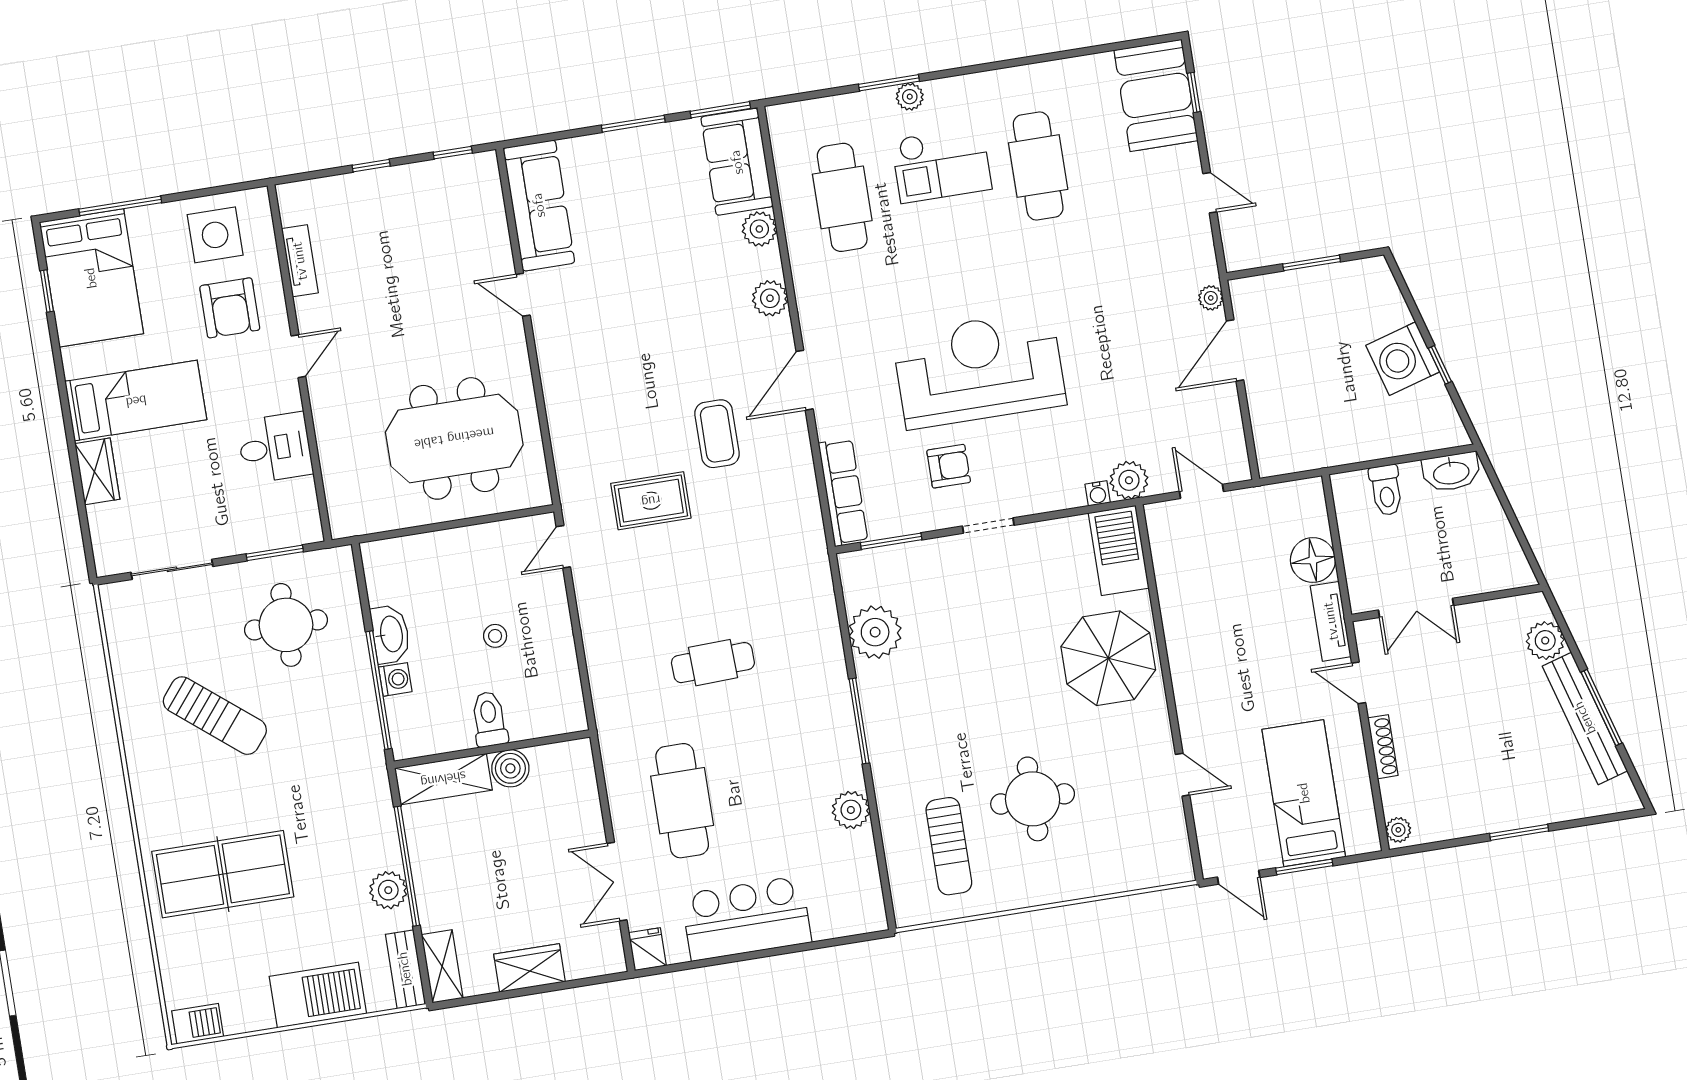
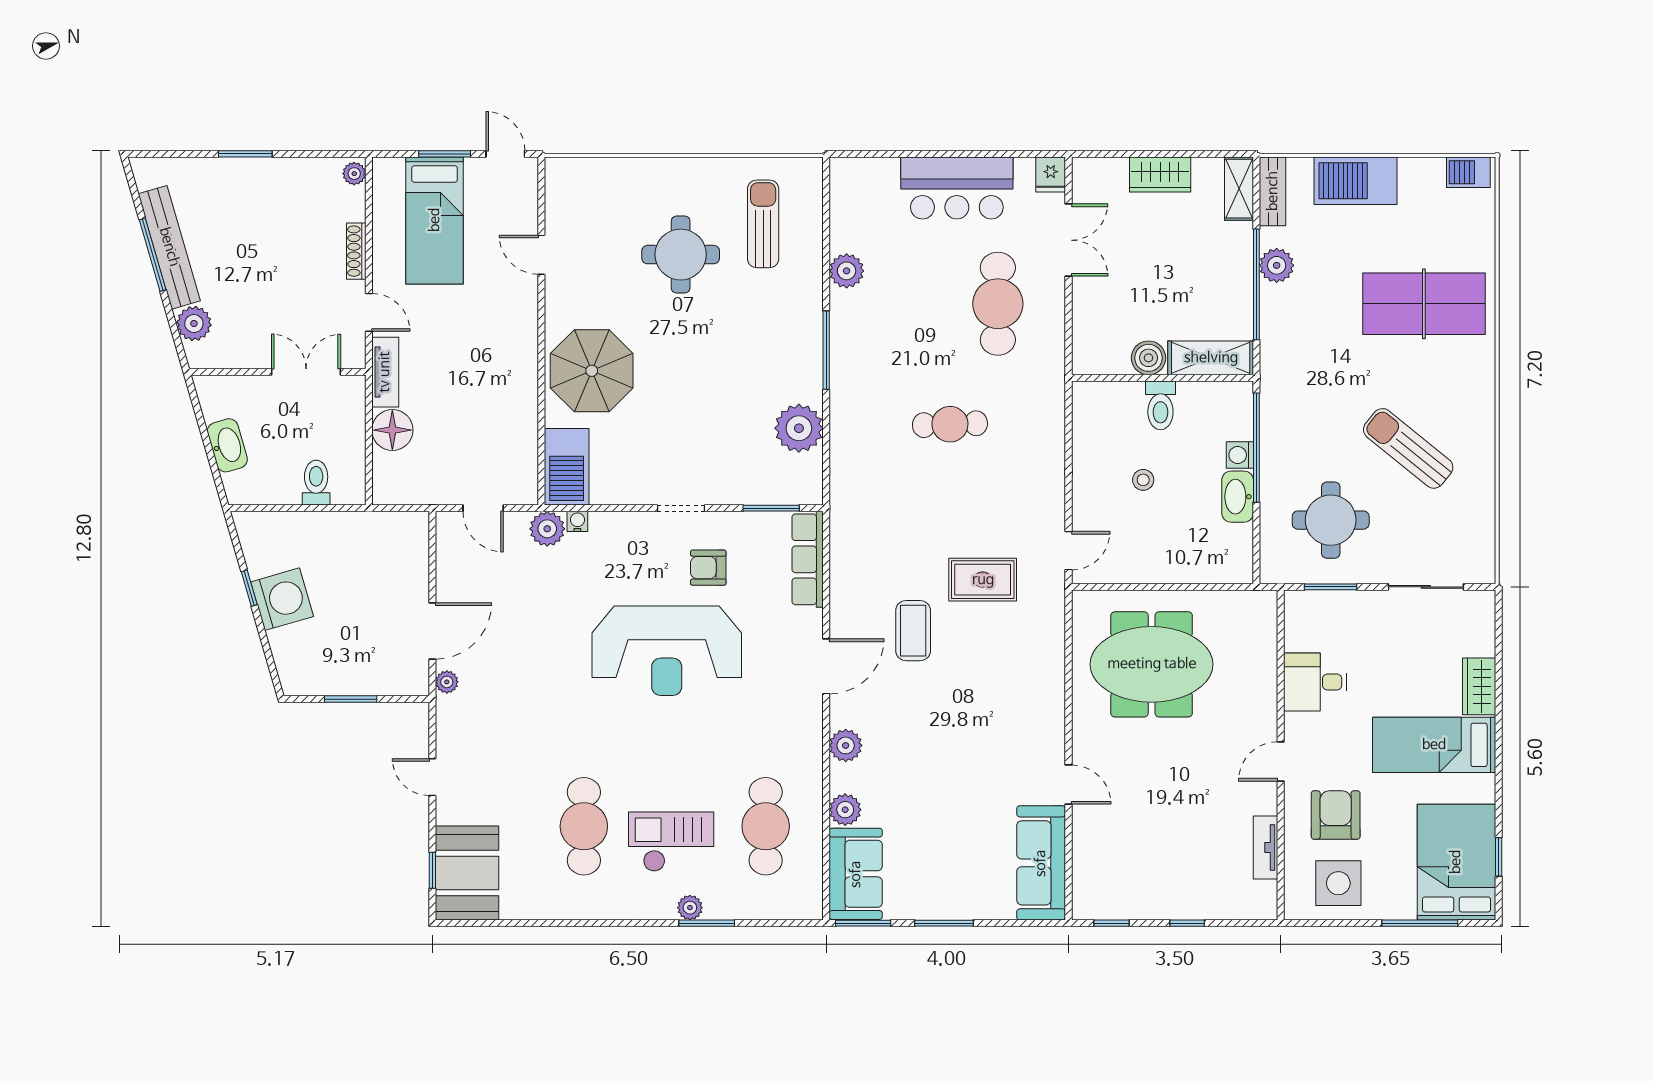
washbasin: (1451, 472) -> (227, 445), moved, turned 74

